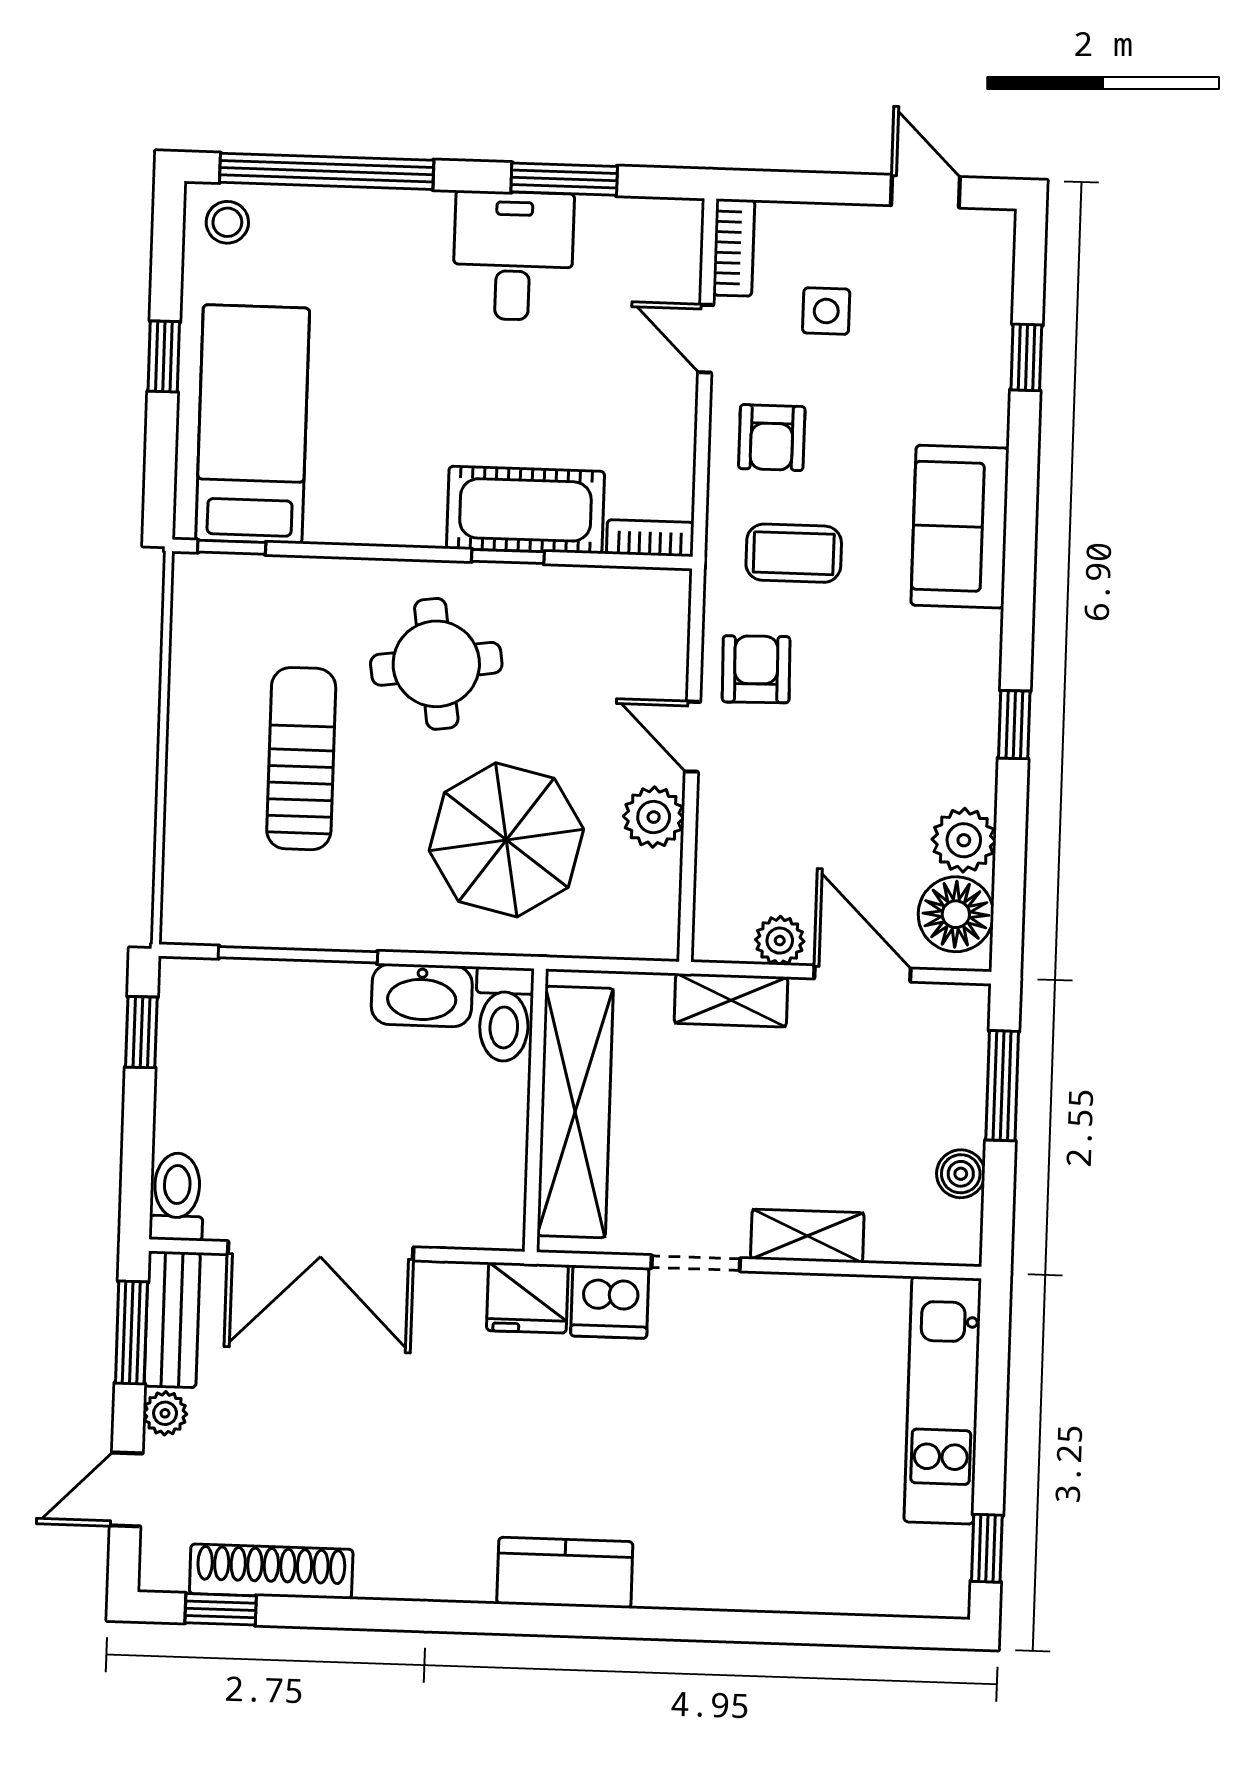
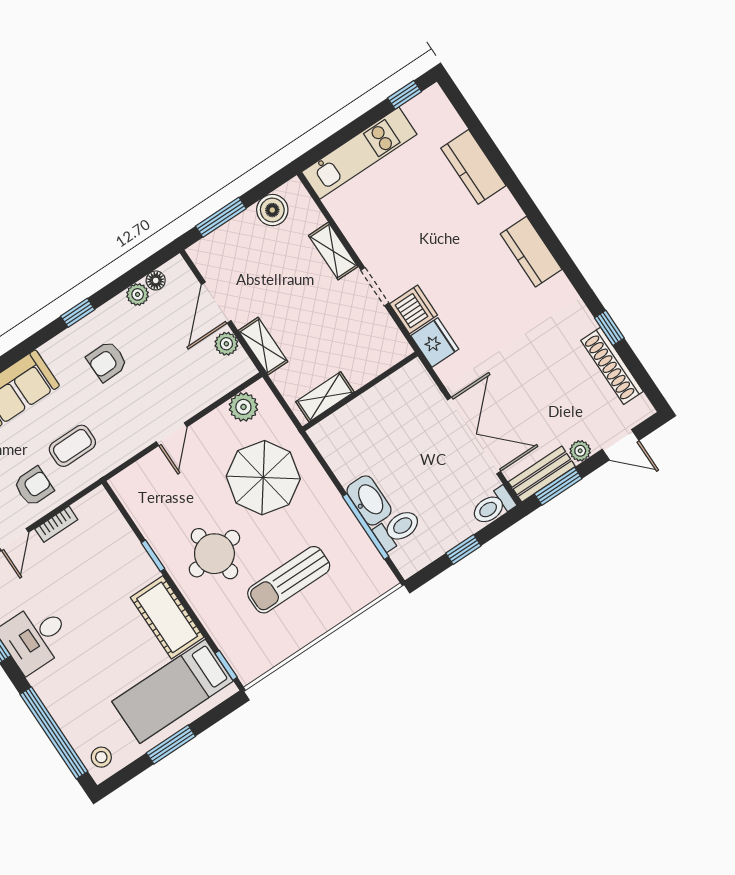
window: (164, 356) -> (171, 745), width x1.50
cot: (525, 510) -> (167, 617), moved
bookcase: (650, 538) -> (56, 524), moved, turned -90
coffee table: (794, 553) -> (72, 446), turned 90
armchair: (756, 669) -> (107, 361), moved
plant: (654, 817) -> (243, 407), moved
plant: (964, 840) -> (138, 294), width x0.73, depth x0.73
floor lamp: (956, 914) -> (156, 280), width x0.53, depth x0.53
washbasin: (422, 995) -> (369, 500), moved
toilet: (504, 1014) -> (397, 529), moved
window: (141, 1032) -> (463, 549), moved
shelving: (575, 1112) -> (325, 397), width x0.45, depth x0.75
boiler: (961, 1174) -> (272, 210), width x1.36, depth x1.36
kitchen counter: (780, 1578) -> (473, 167), added
window: (221, 1609) -> (609, 328), moved

